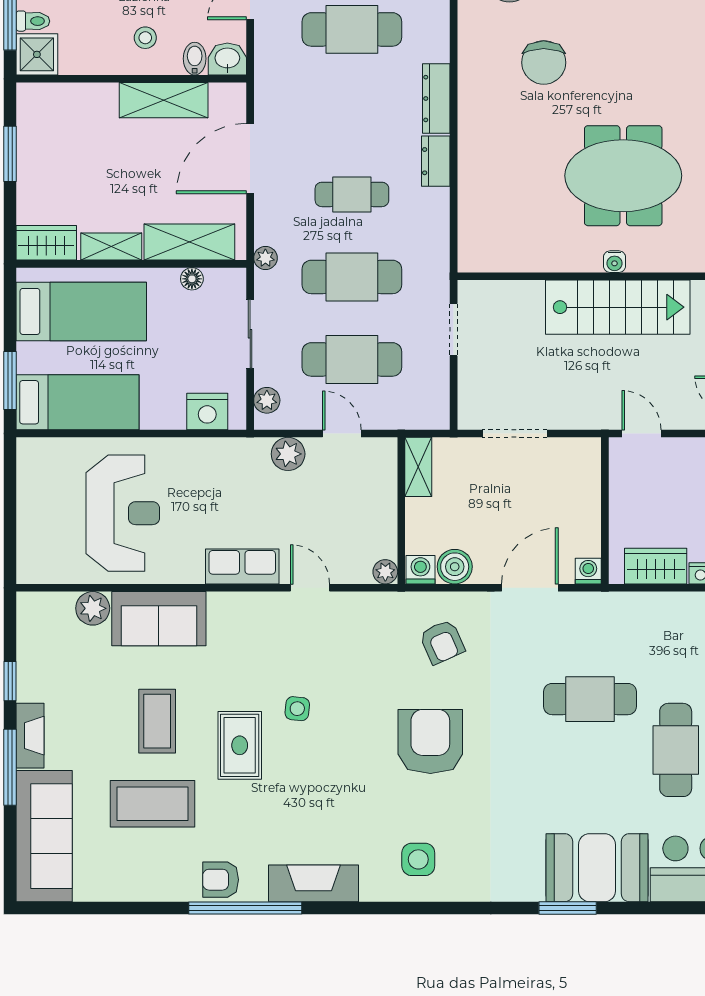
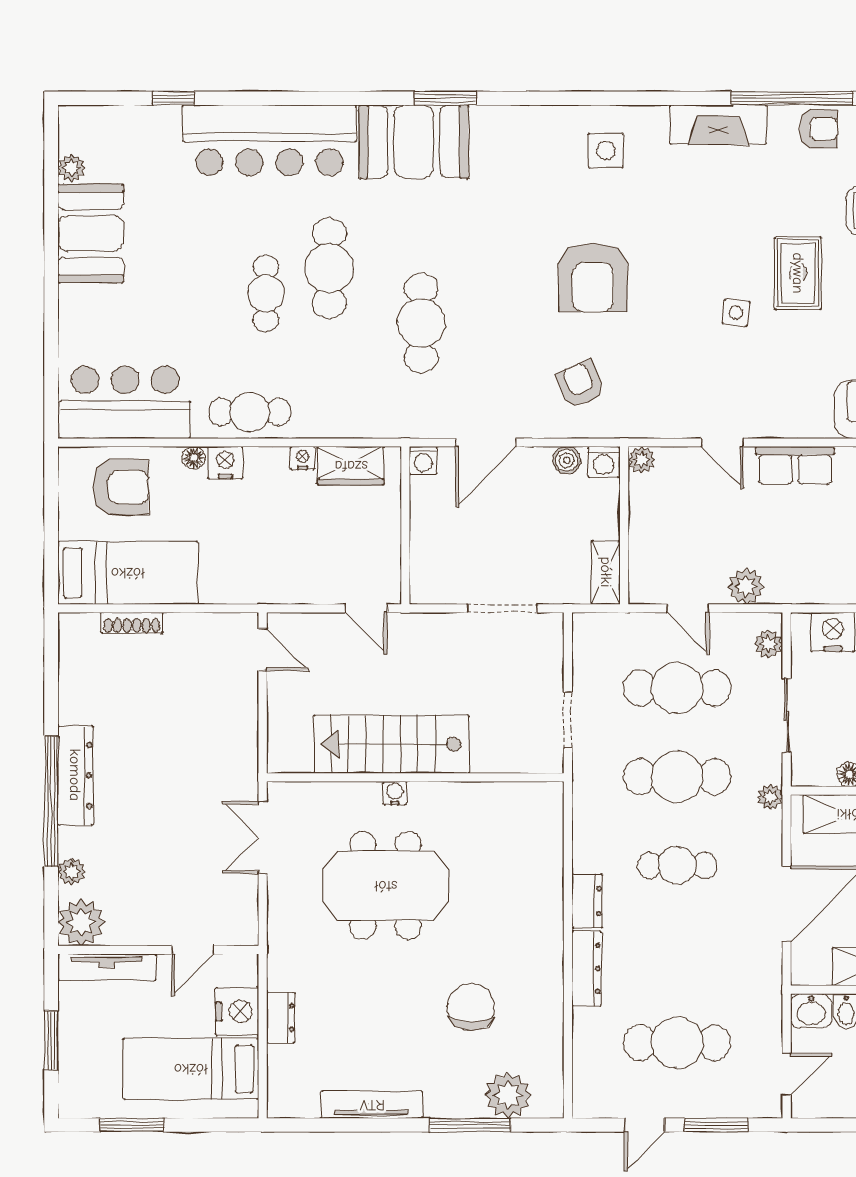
boiler: (455, 567) -> (567, 460), width x0.73, depth x0.73
cafe table: (590, 699) -> (421, 323), turned 90

